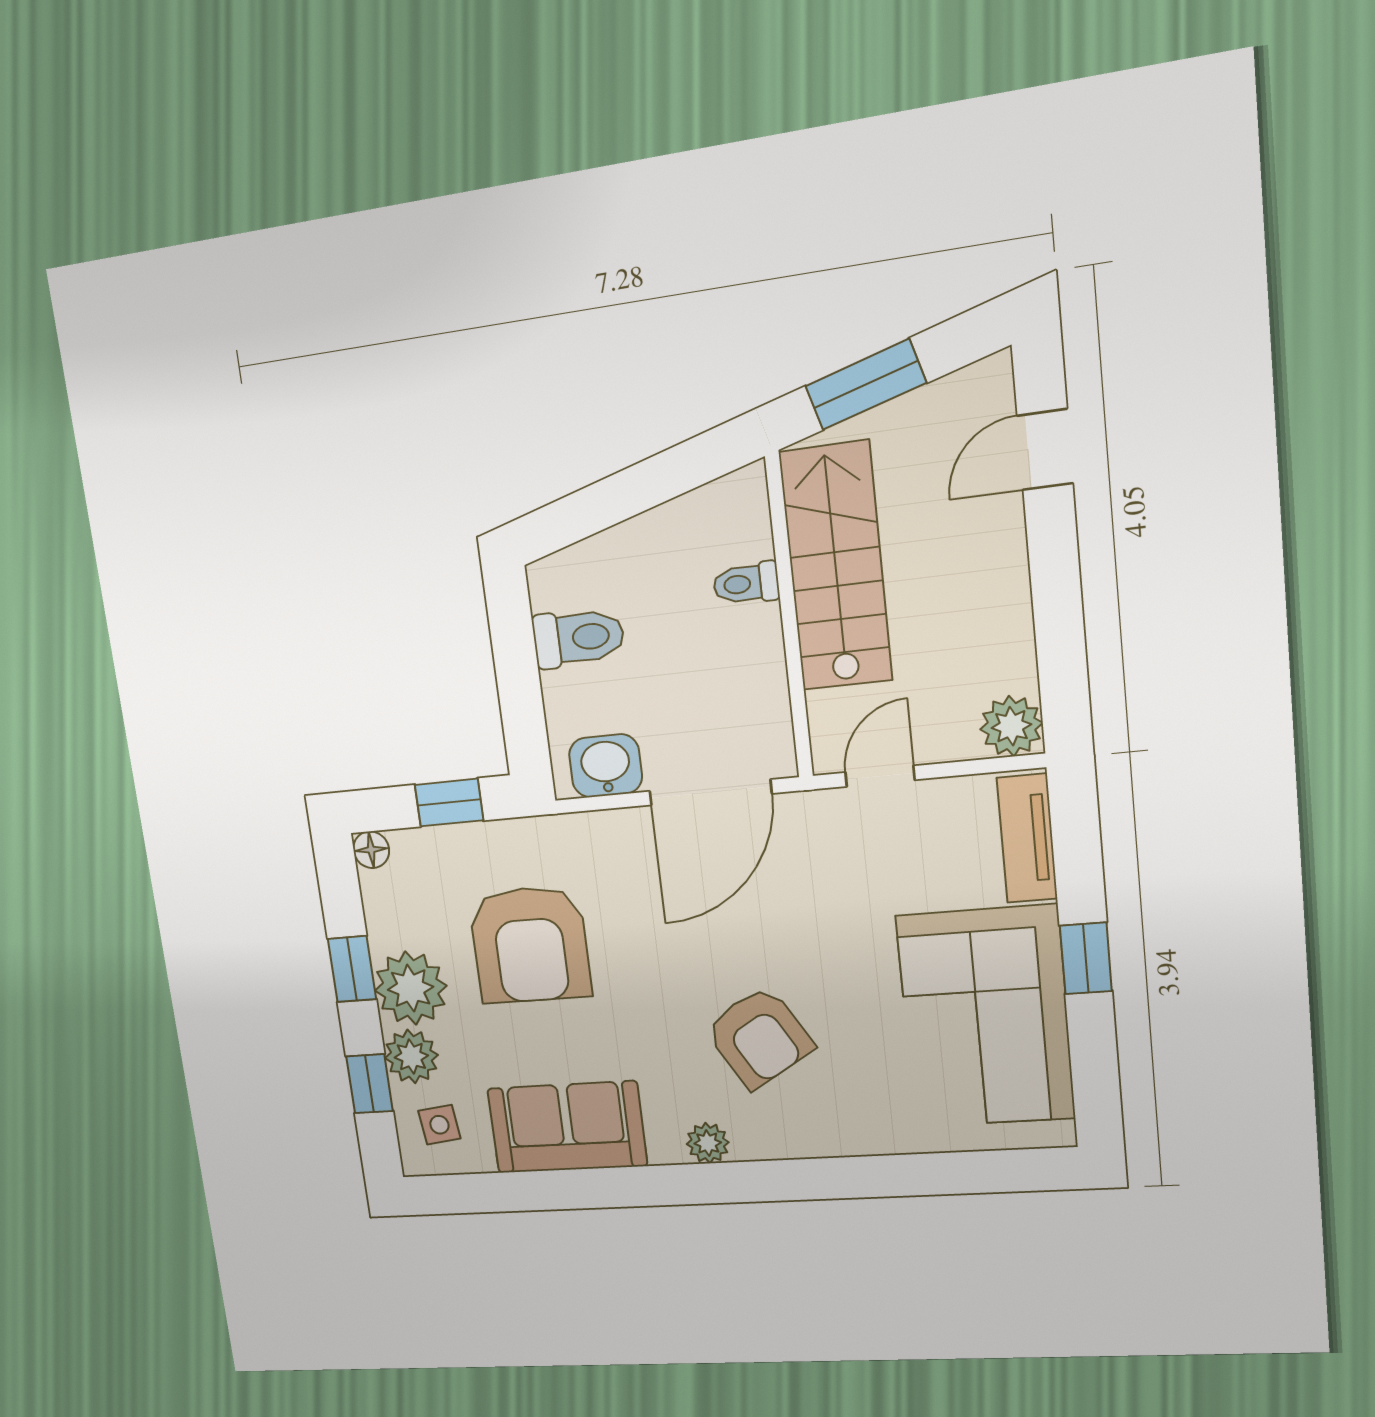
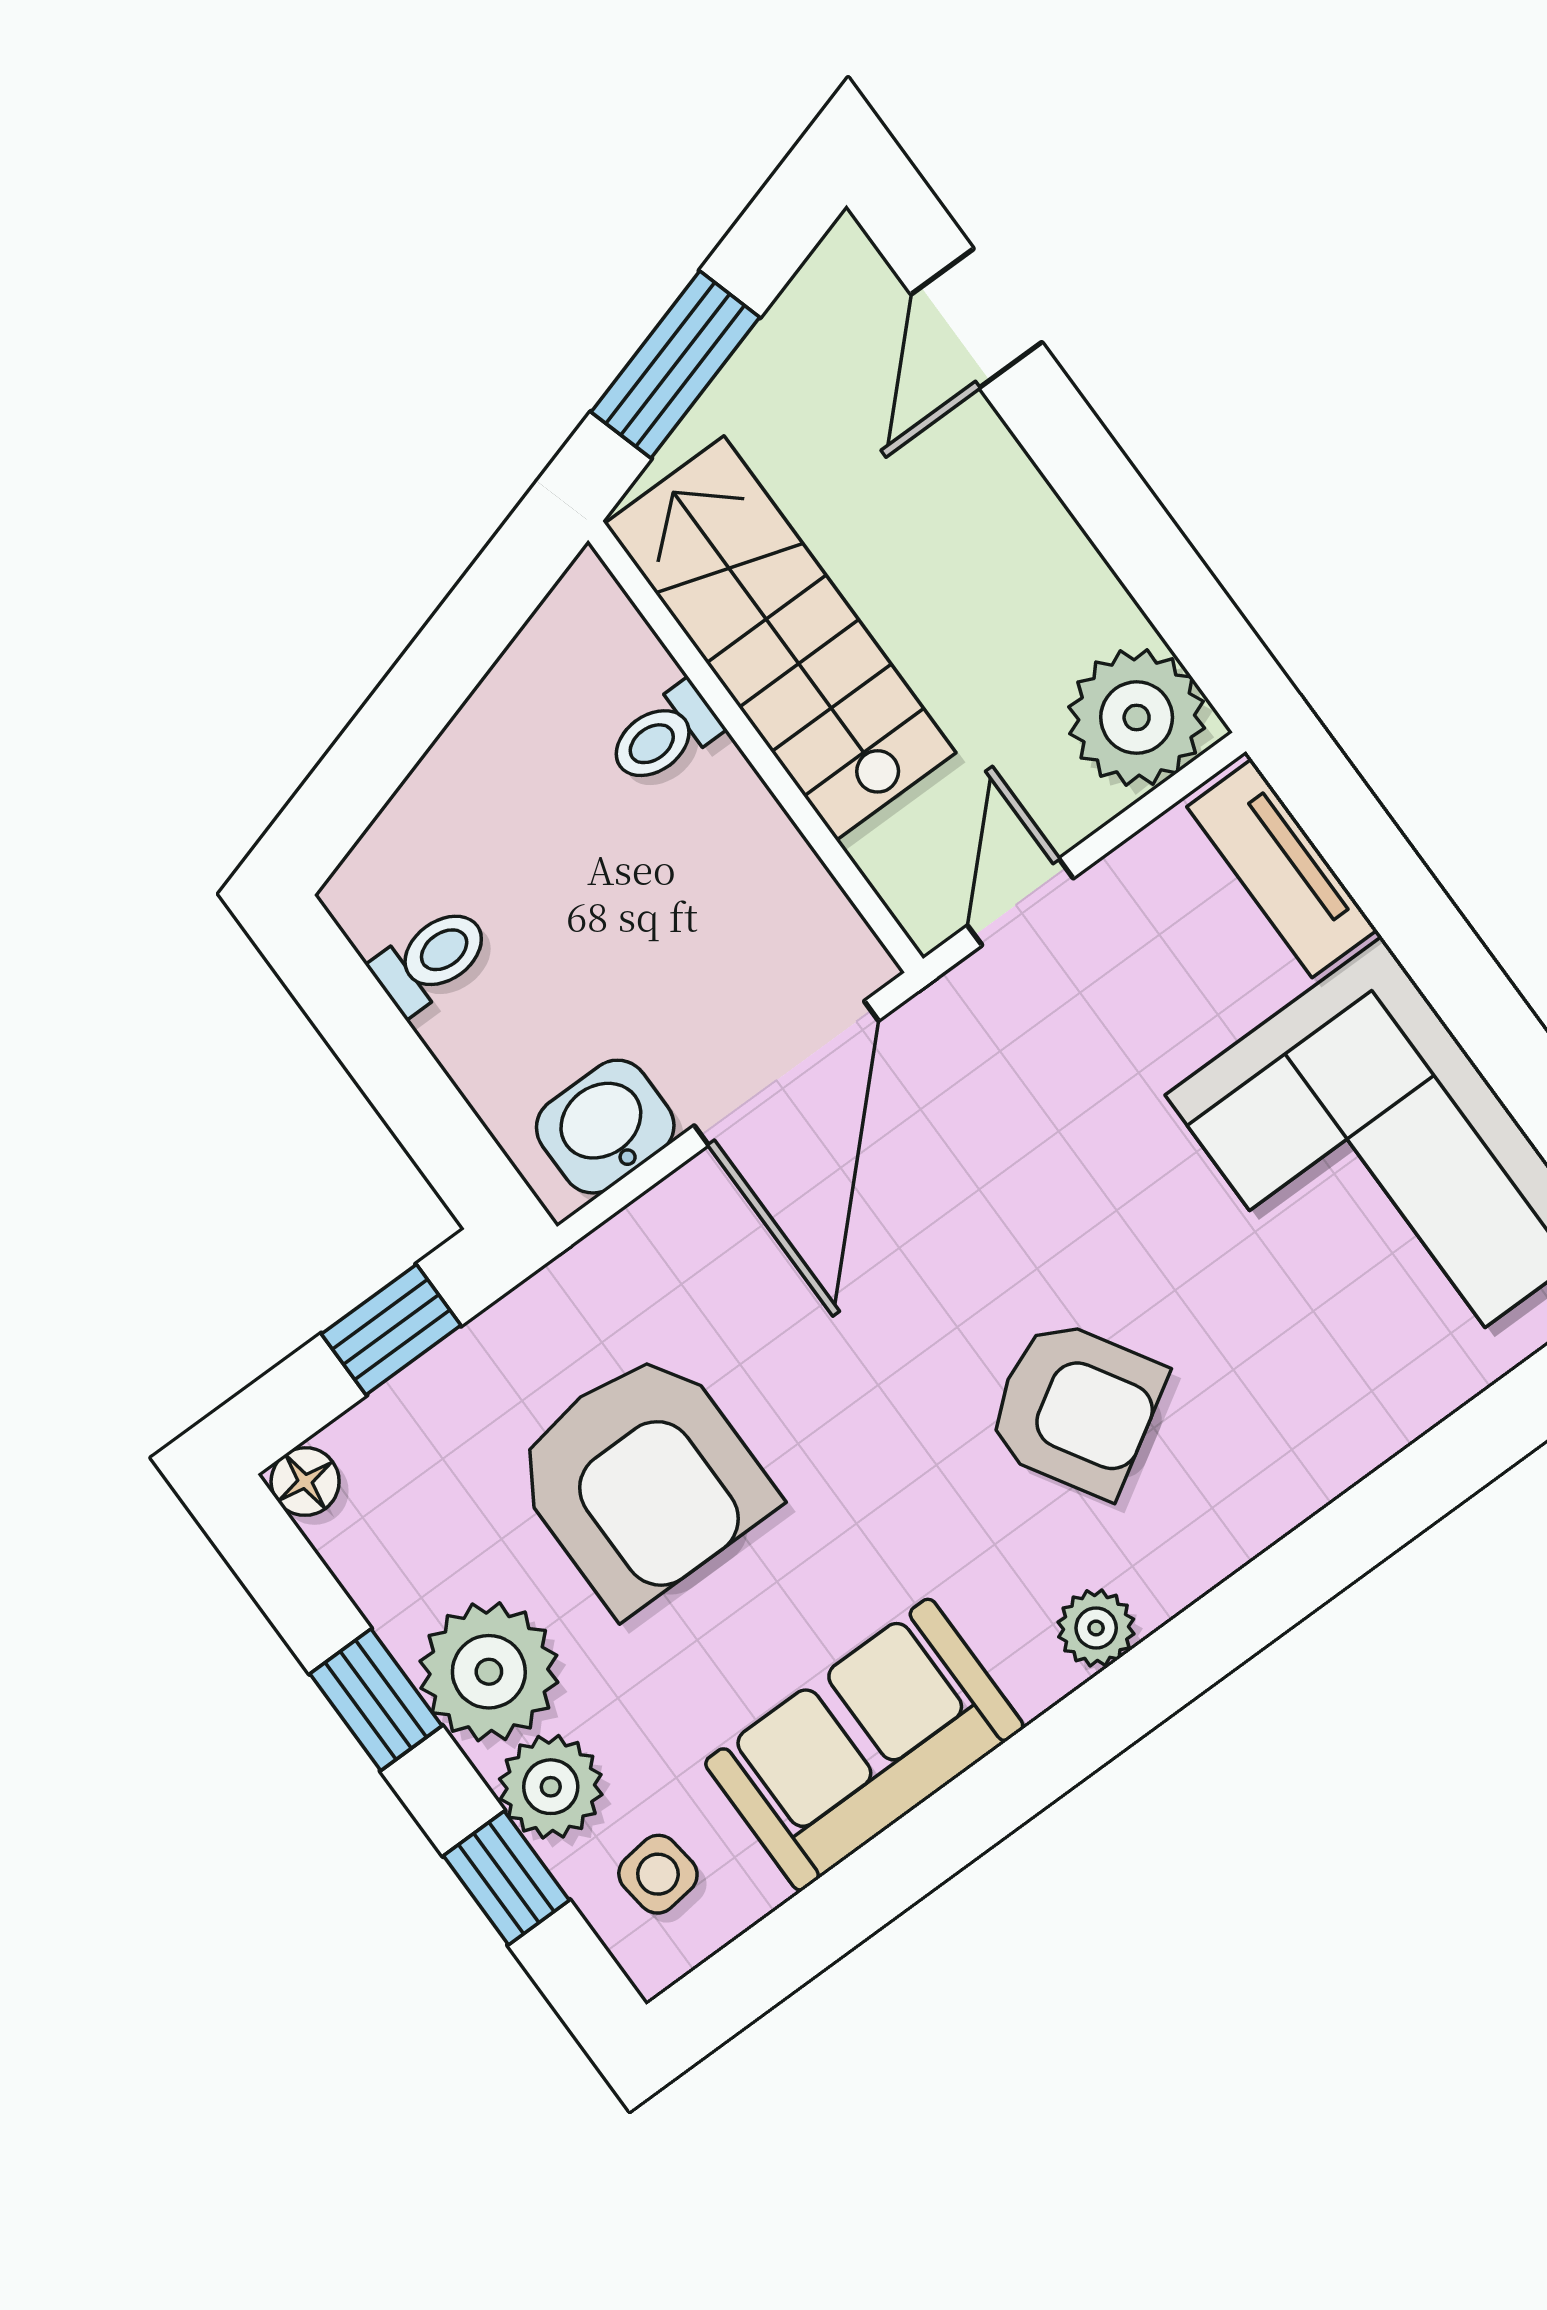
toilet: (578, 638) -> (431, 959), width x0.73, depth x0.72
plant: (1011, 726) -> (1137, 717), width x1.36, depth x1.36
window: (1086, 958) -> (1470, 993), removed

